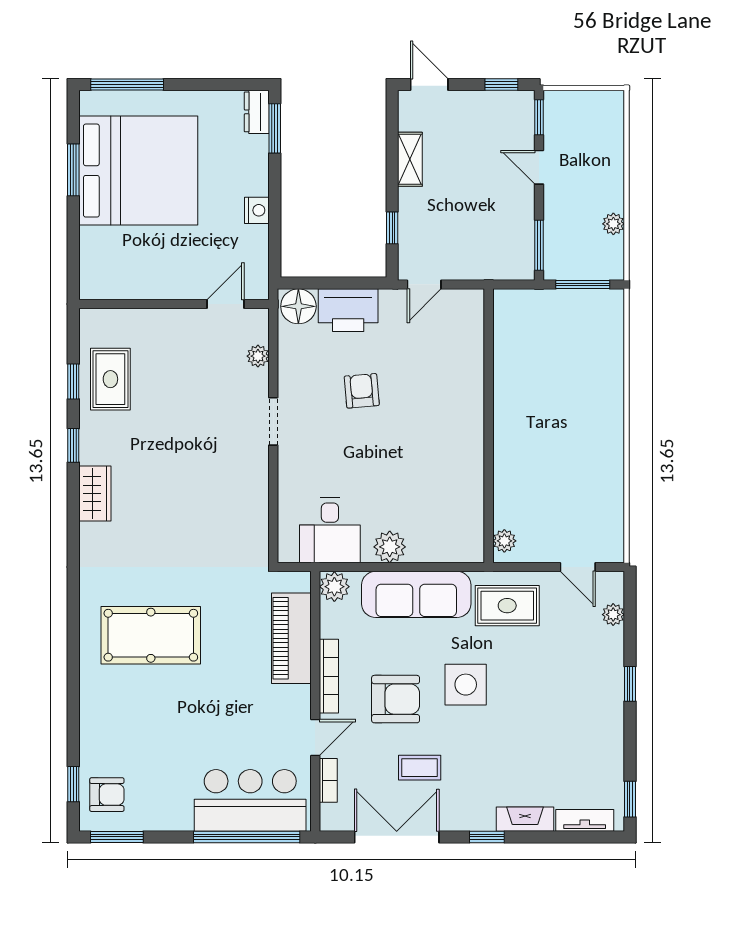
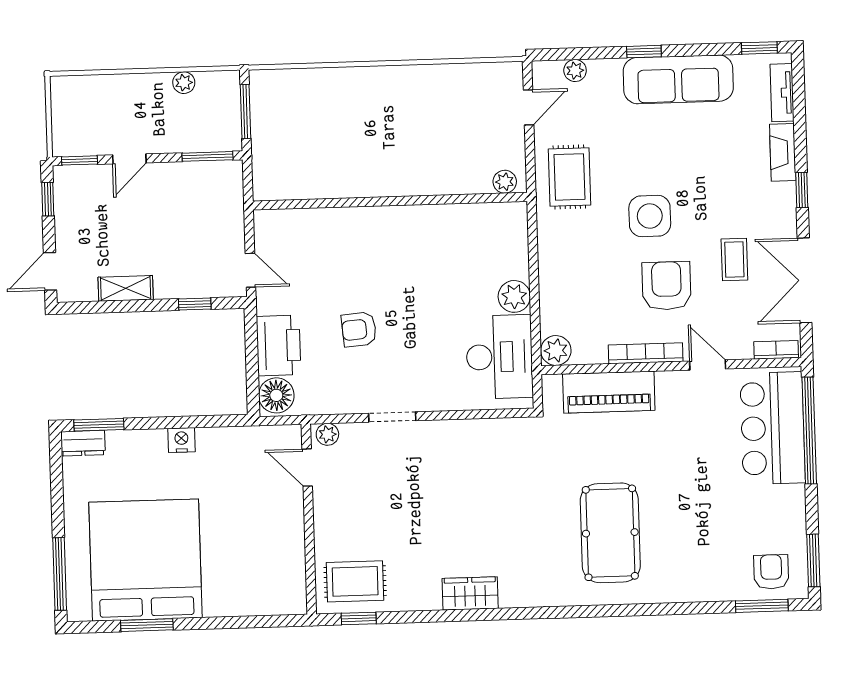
wall: (174, 304) -> (309, 519), moved
door: (226, 304) -> (307, 468), moved
window: (73, 445) -> (423, 616), removed
desk: (330, 530) -> (499, 357), width x1.37
sofa: (416, 594) -> (678, 79), moved, turned 90
bookcase: (328, 780) -> (776, 350), moved
window: (73, 784) -> (762, 606), width x1.50

